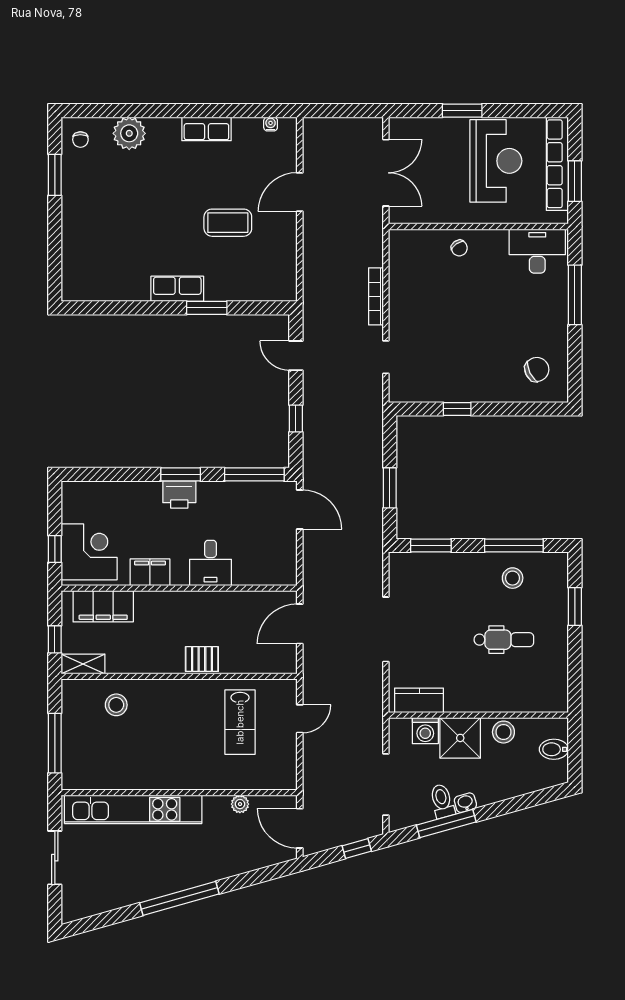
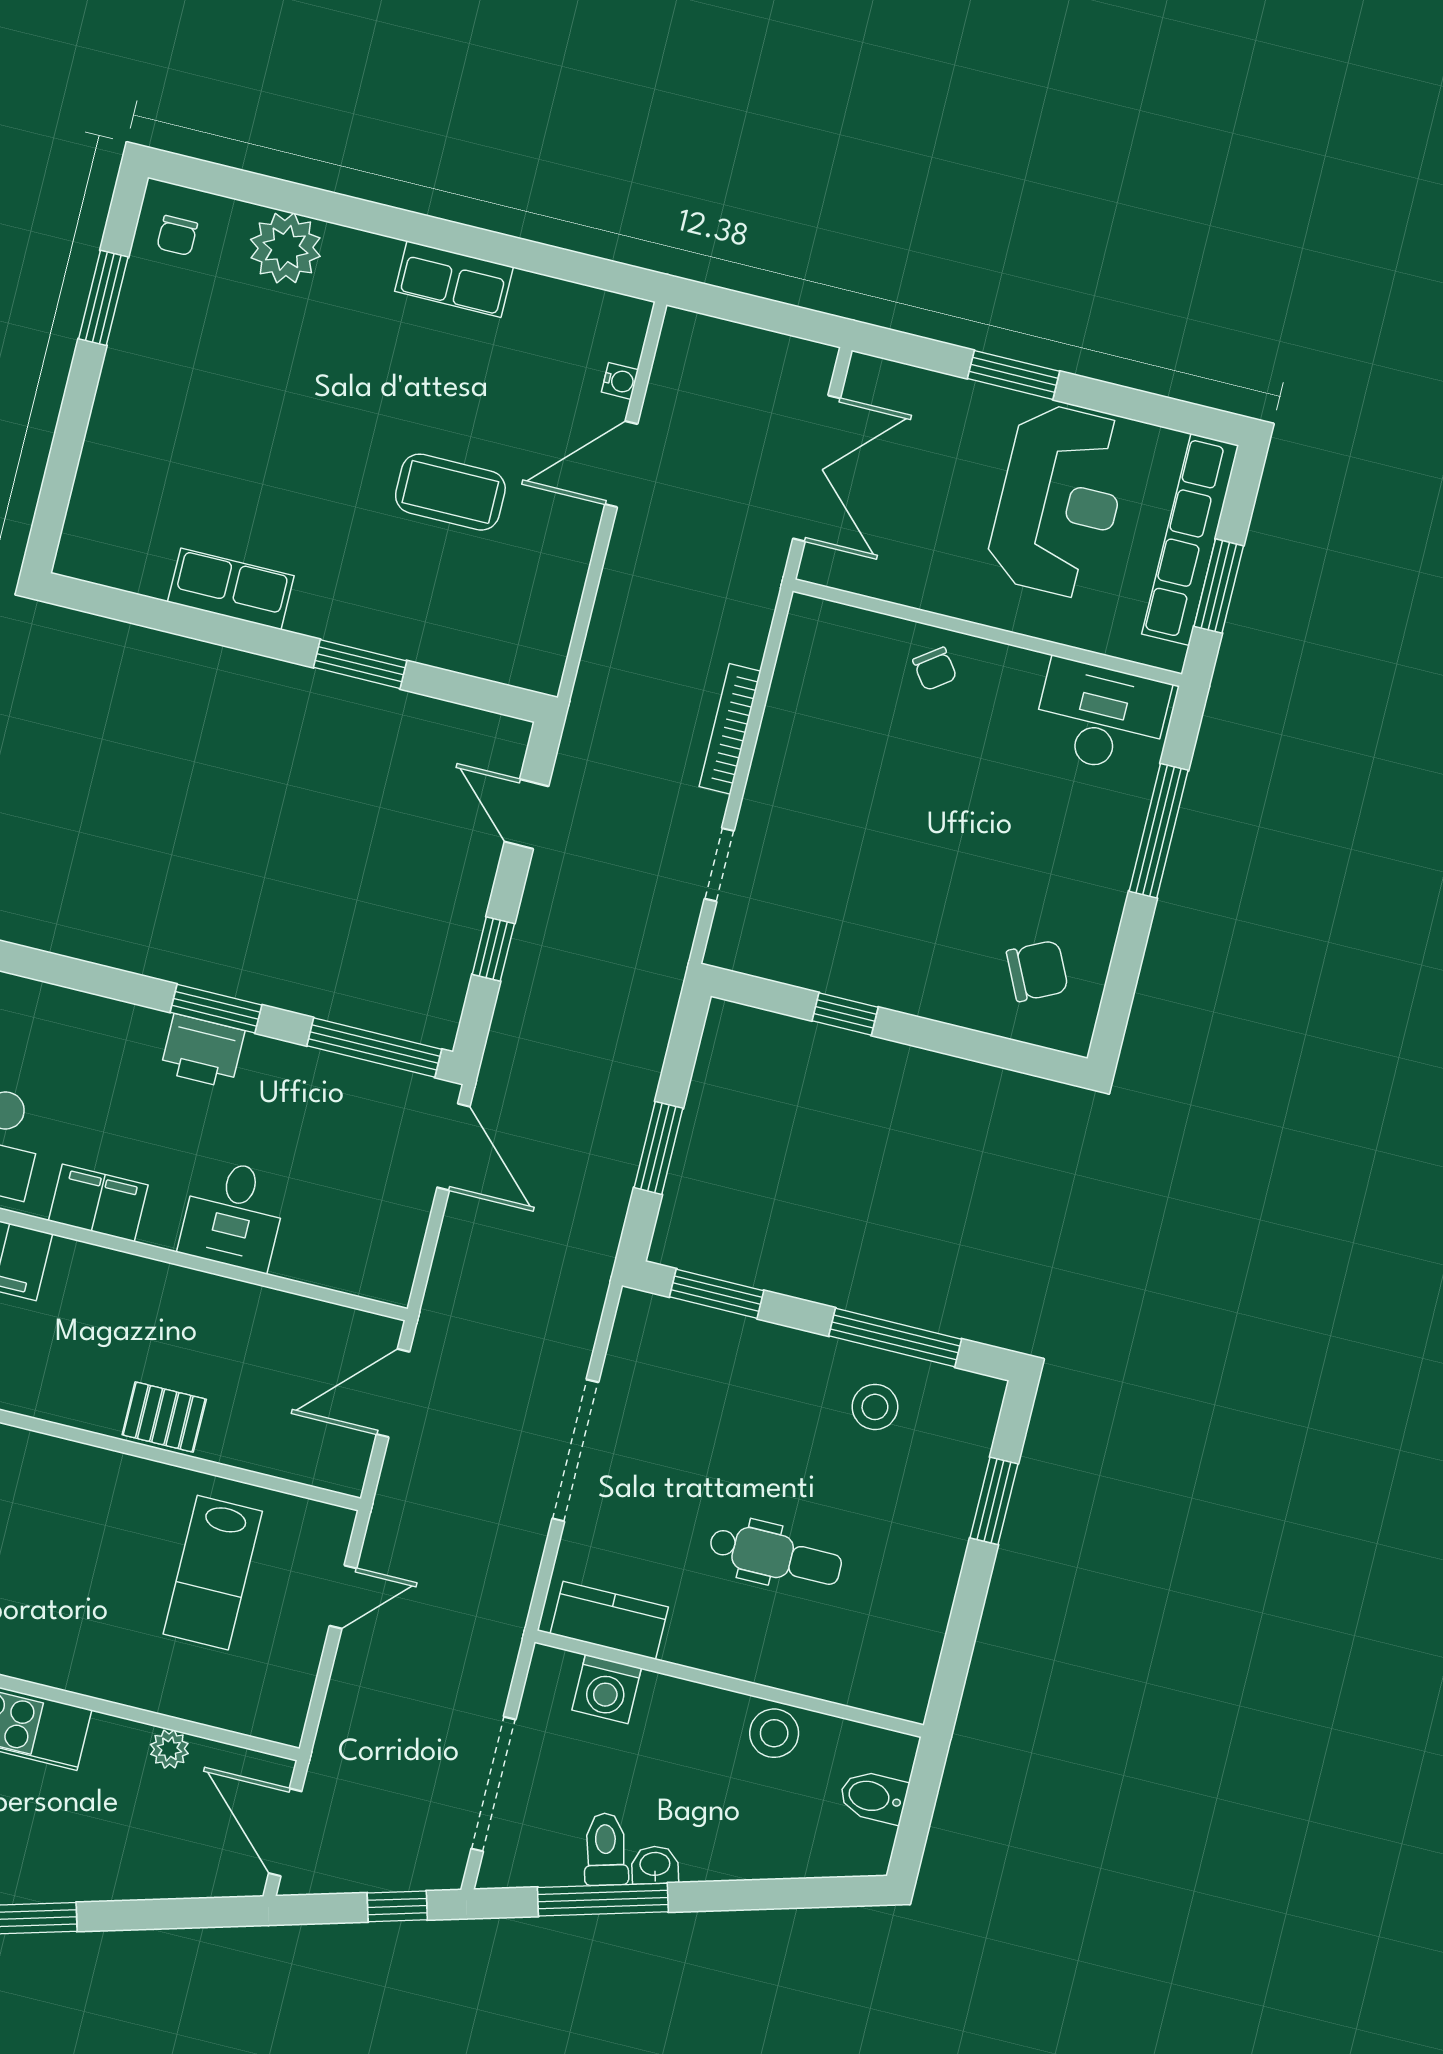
water cooler: (271, 124) -> (620, 381), moved, turned 90
row of seats: (177, 289) -> (231, 589), moved
dental chair: (504, 640) -> (775, 1556), moved
shower: (460, 738) -> (678, 1723), removed

